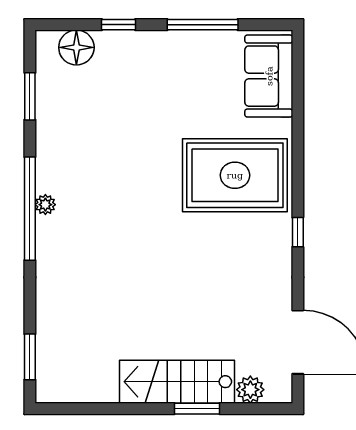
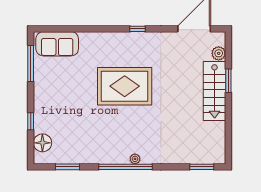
window: (203, 25) -> (31, 63), moved
rug: (235, 175) -> (125, 86), moved, turned 90
plant: (45, 205) -> (135, 159), moved

